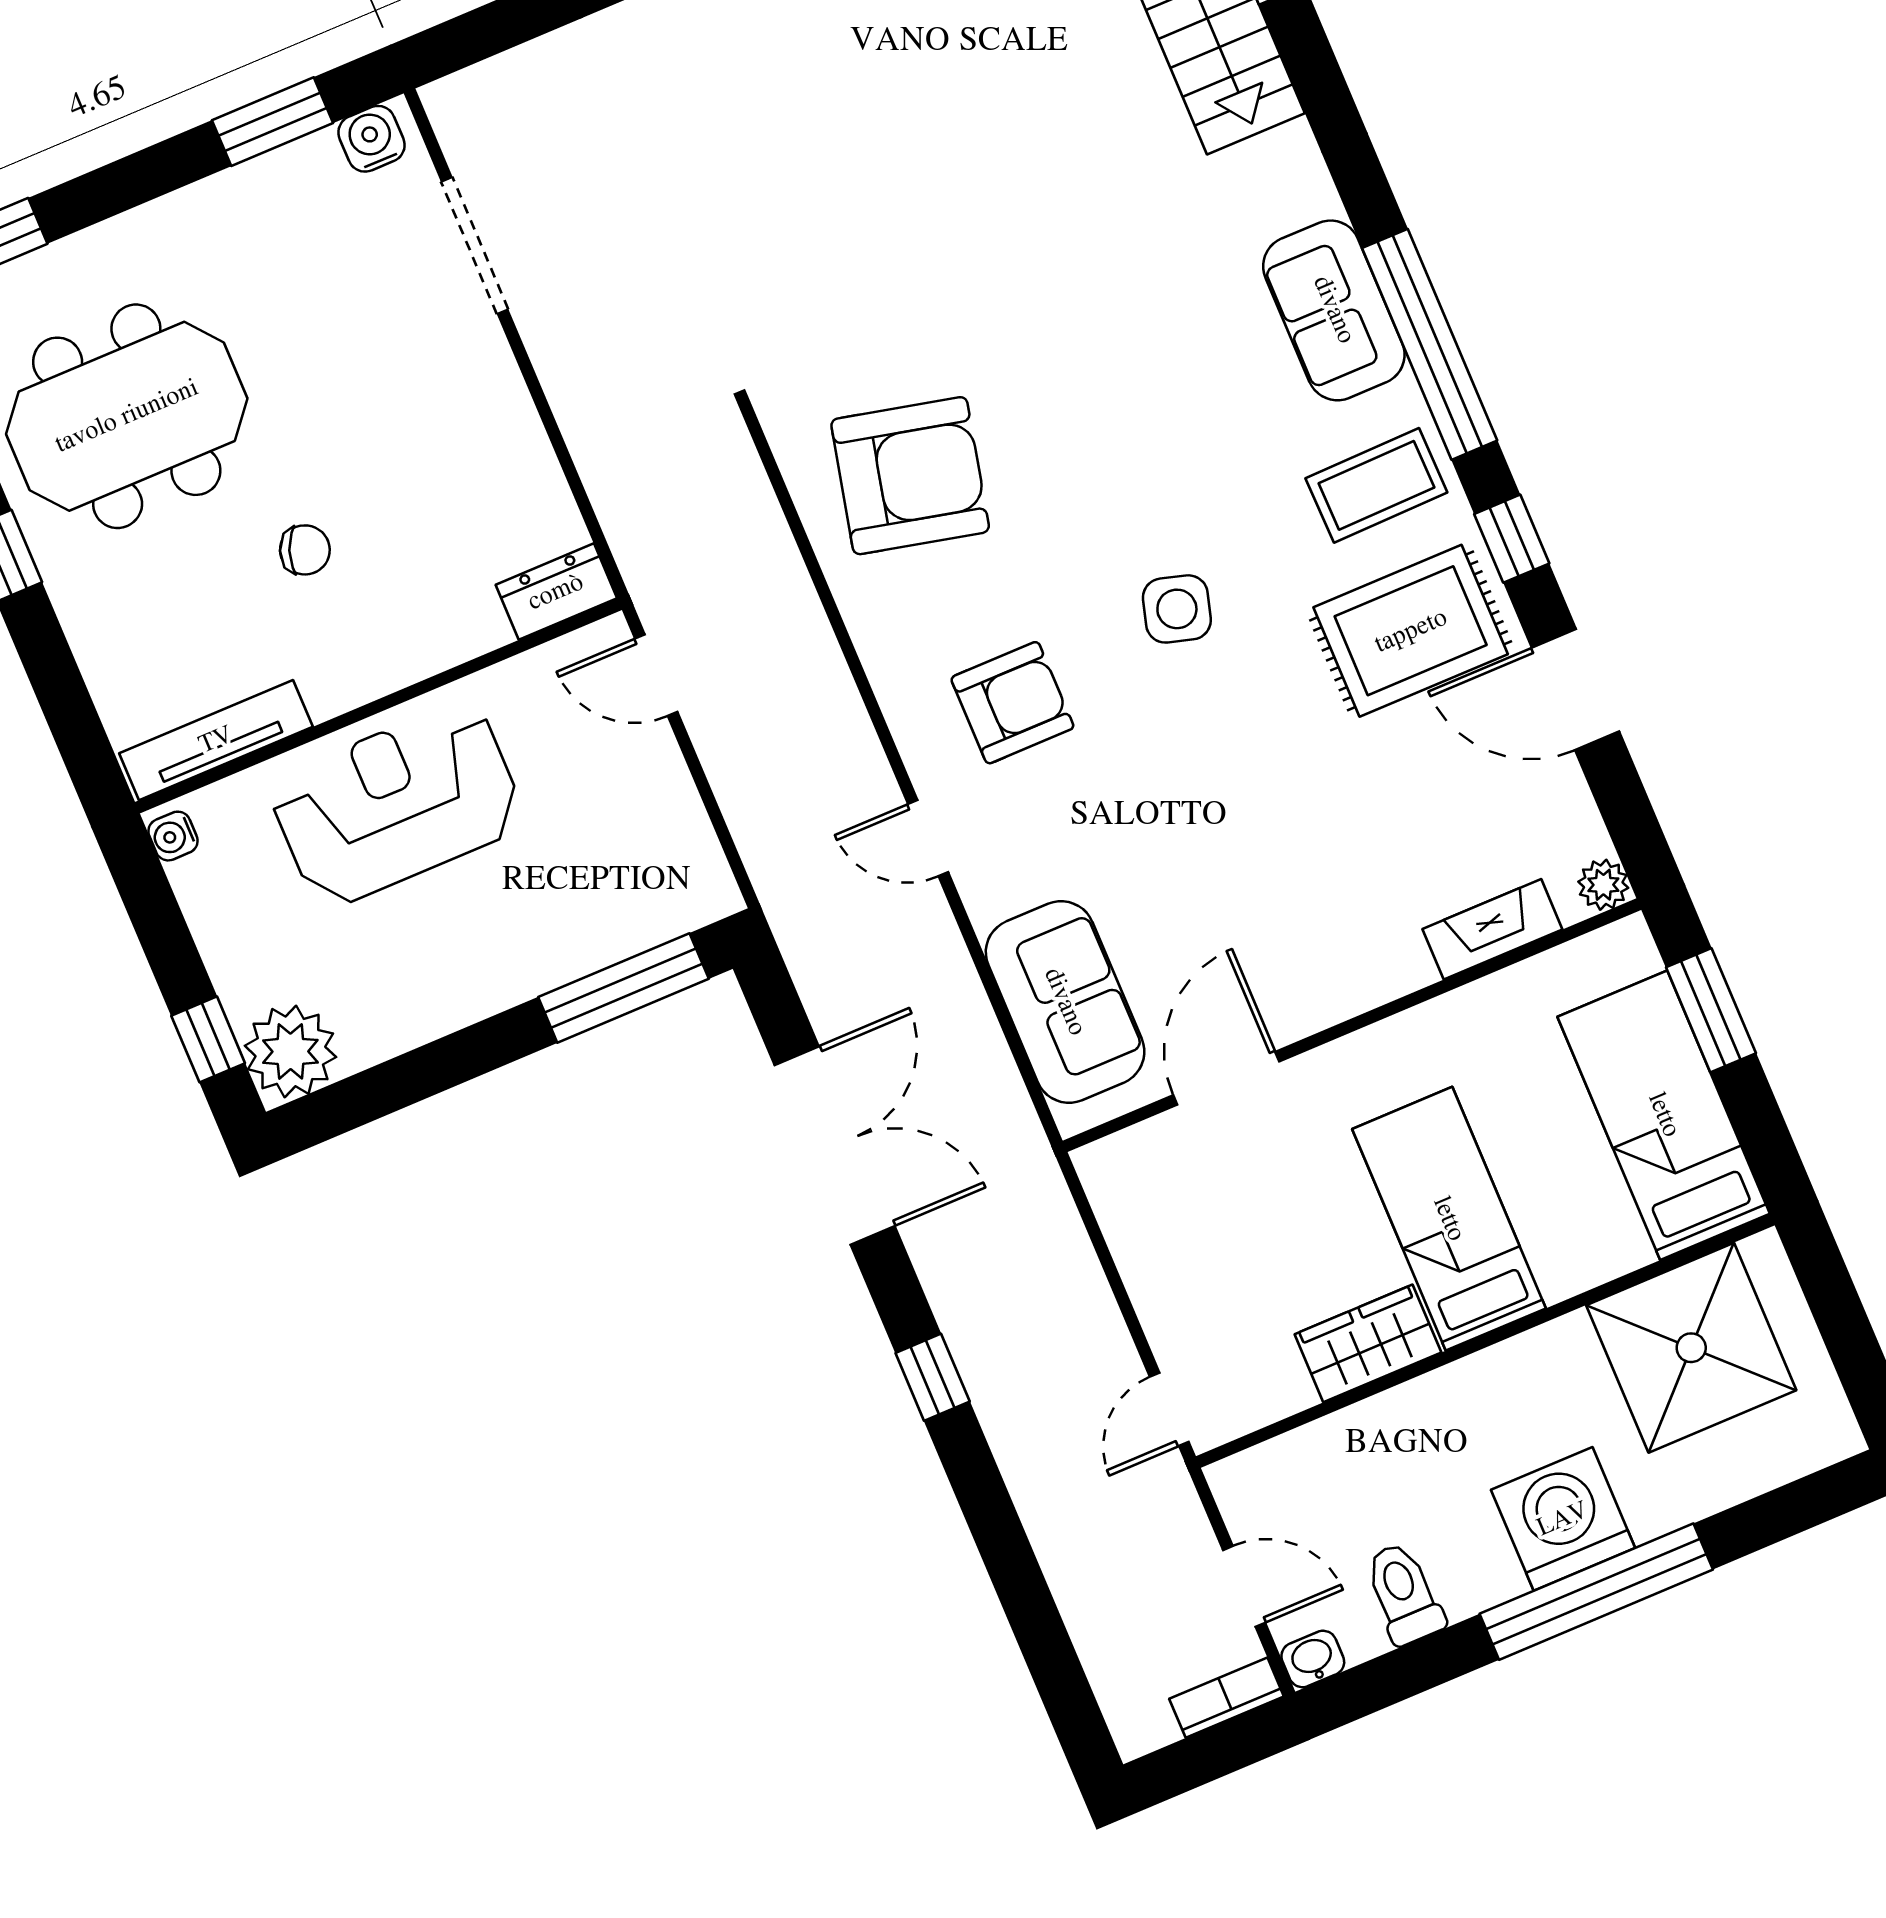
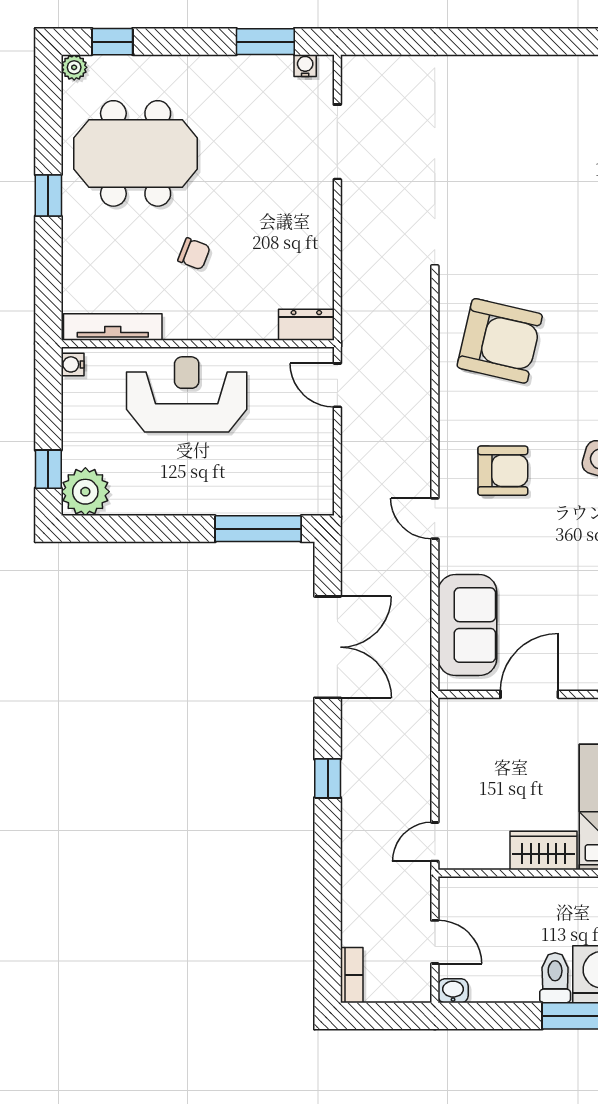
water cooler: (371, 139) -> (305, 66), width x0.72, depth x0.72
toilet: (1404, 1593) -> (555, 978), moved
bookcase: (1227, 1698) -> (352, 975), moved, turned 90

